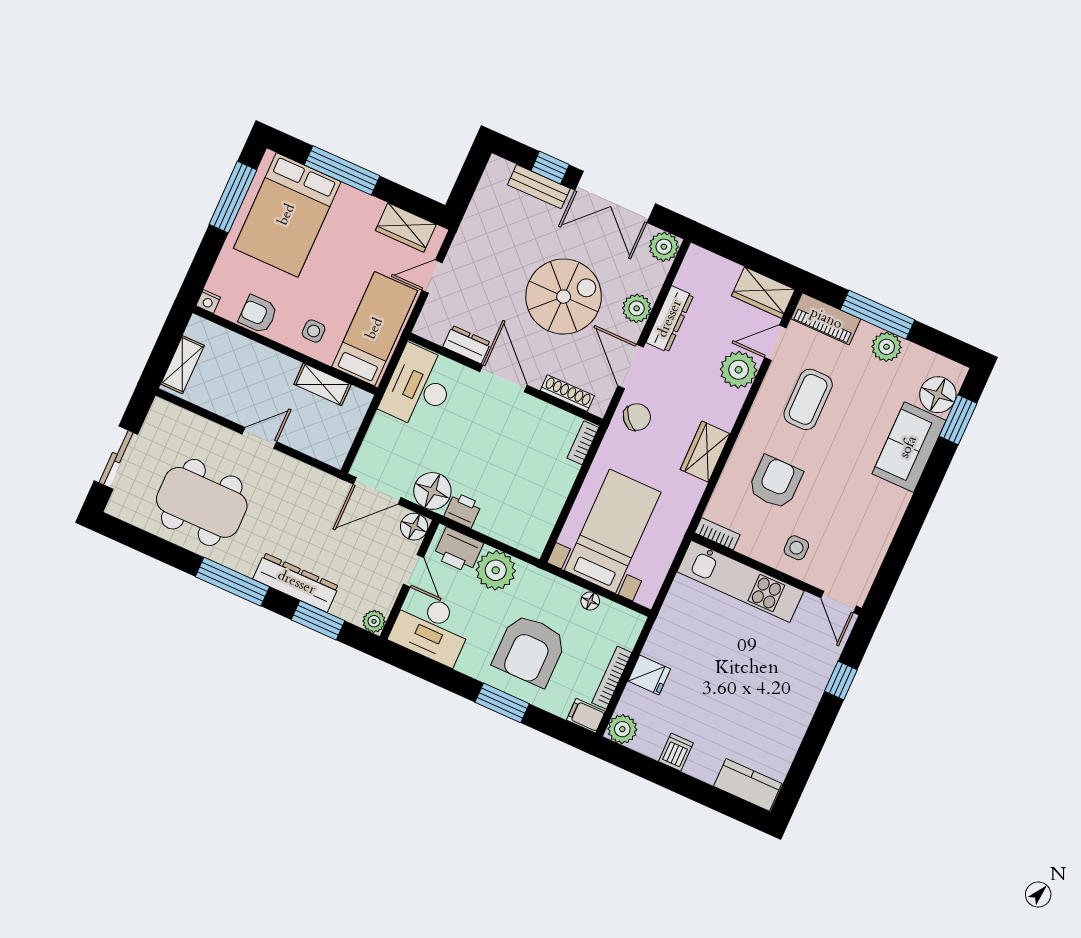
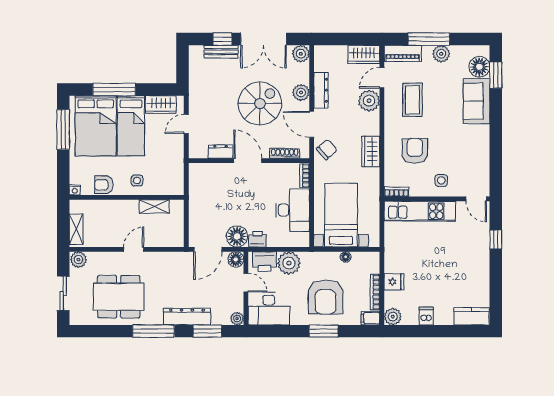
bed: (375, 329) -> (131, 126), moved, turned 180
desk: (419, 387) -> (293, 210), moved, turned 180
plant: (164, 415) -> (78, 260), added

